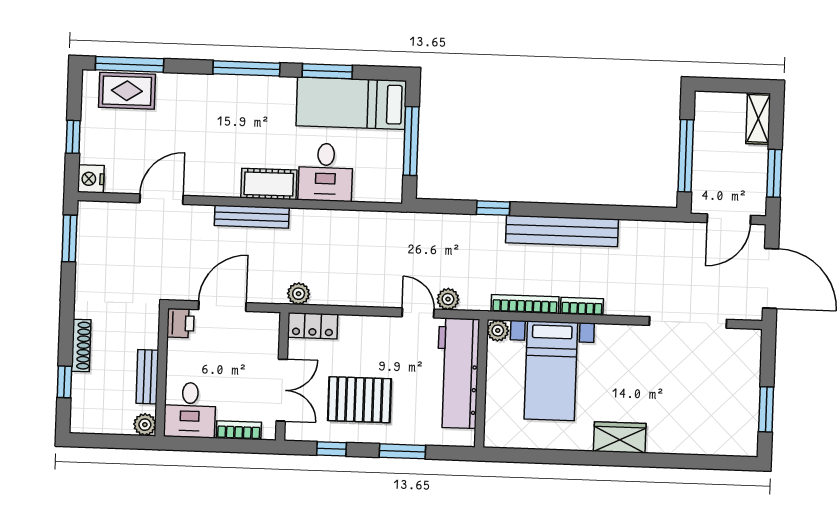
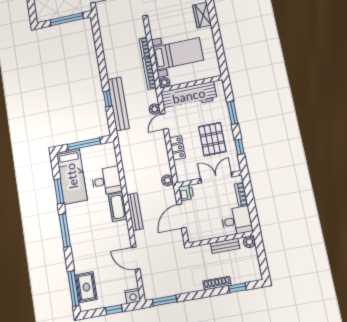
bench: (562, 231) -> (118, 104), moved
door: (222, 306) -> (182, 216), hinge flipped
printer: (181, 323) -> (186, 193), moved, turned 90
locker: (313, 326) -> (177, 148), moved

